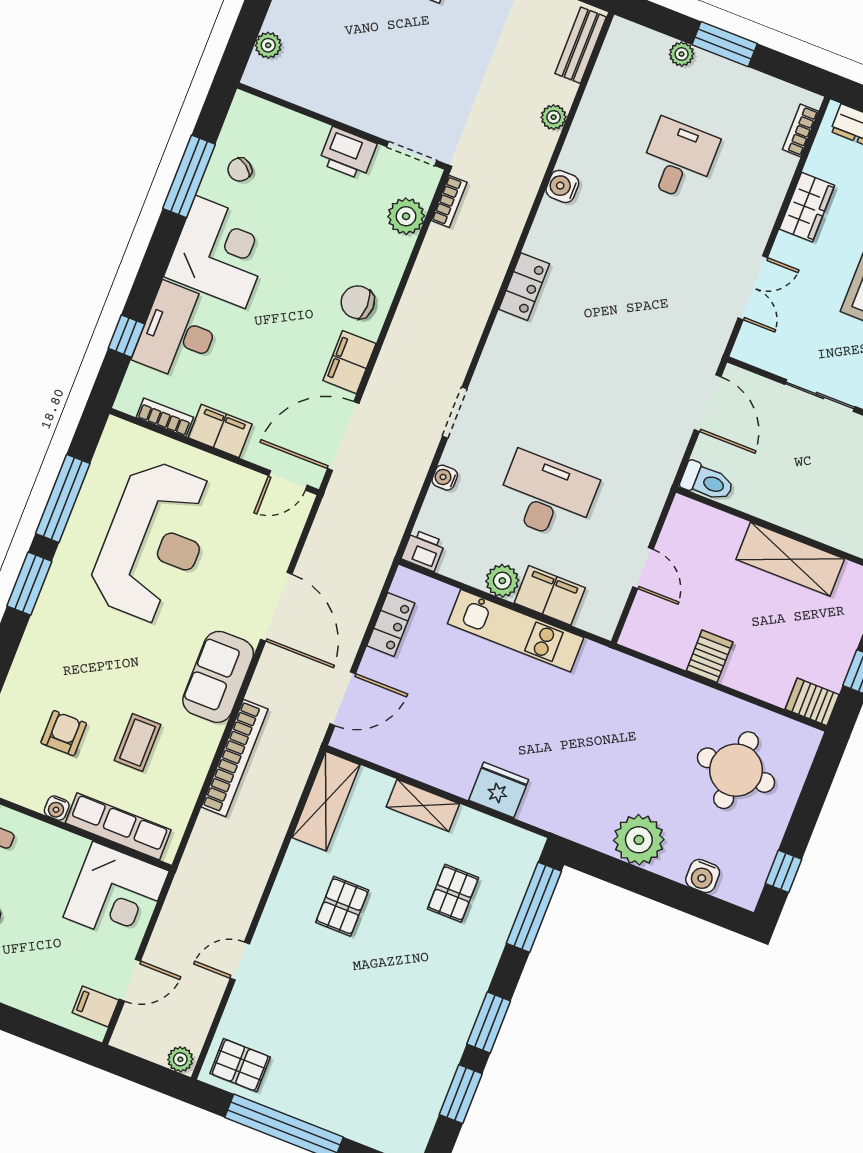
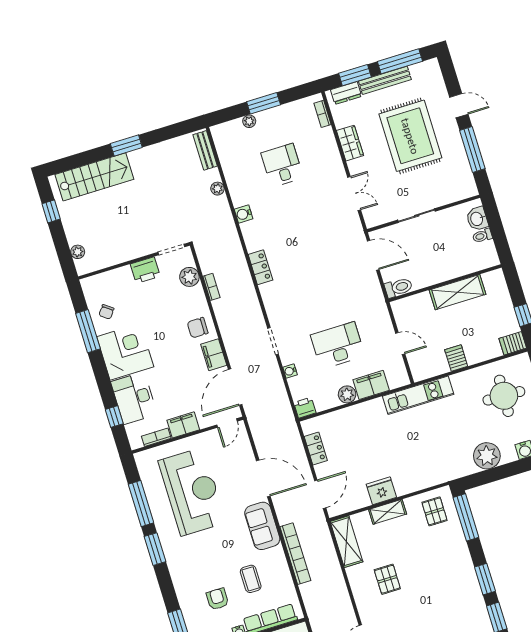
bookcase: (449, 201) -> (211, 287), moved
kitchen unit: (516, 631) -> (418, 395), moved
fridge: (499, 790) -> (381, 491), moved
pallet: (453, 893) -> (434, 511), moved

